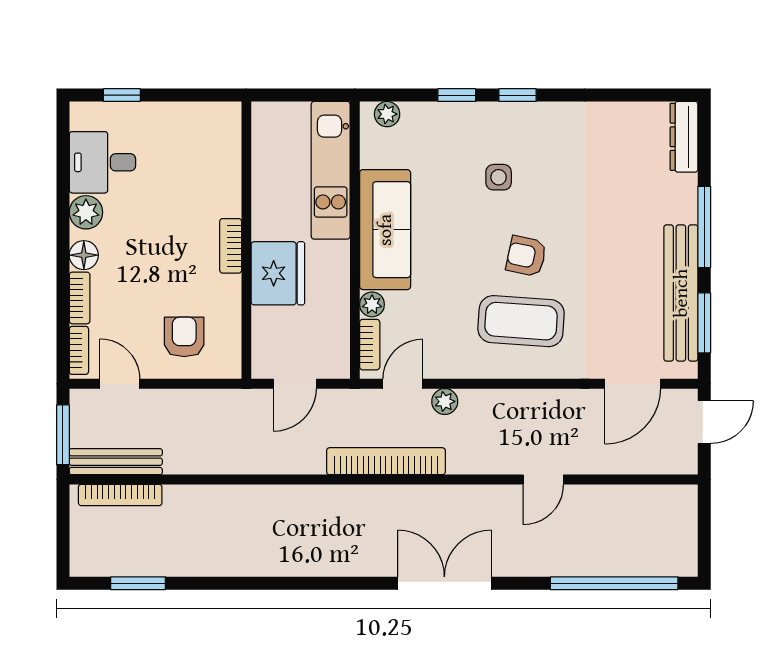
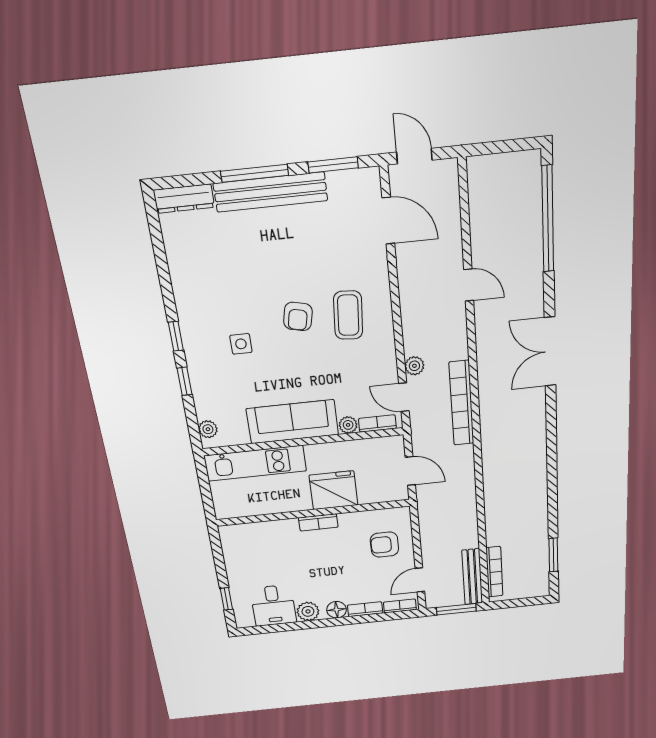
bench: (681, 293) -> (270, 192), moved
coffee table: (521, 321) -> (348, 315), width x0.73, depth x0.76

